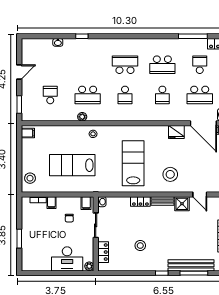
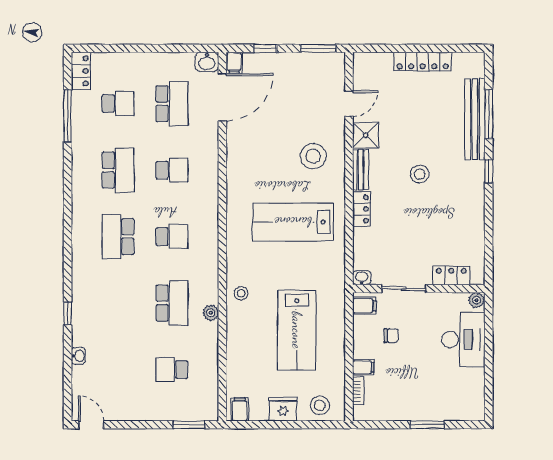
school desk: (200, 65) -> (118, 104), turned 180
door: (19, 72) -> (91, 425), moved
fridge: (176, 132) -> (283, 409), moved, turned -90
stool: (140, 246) -> (420, 174), moved

